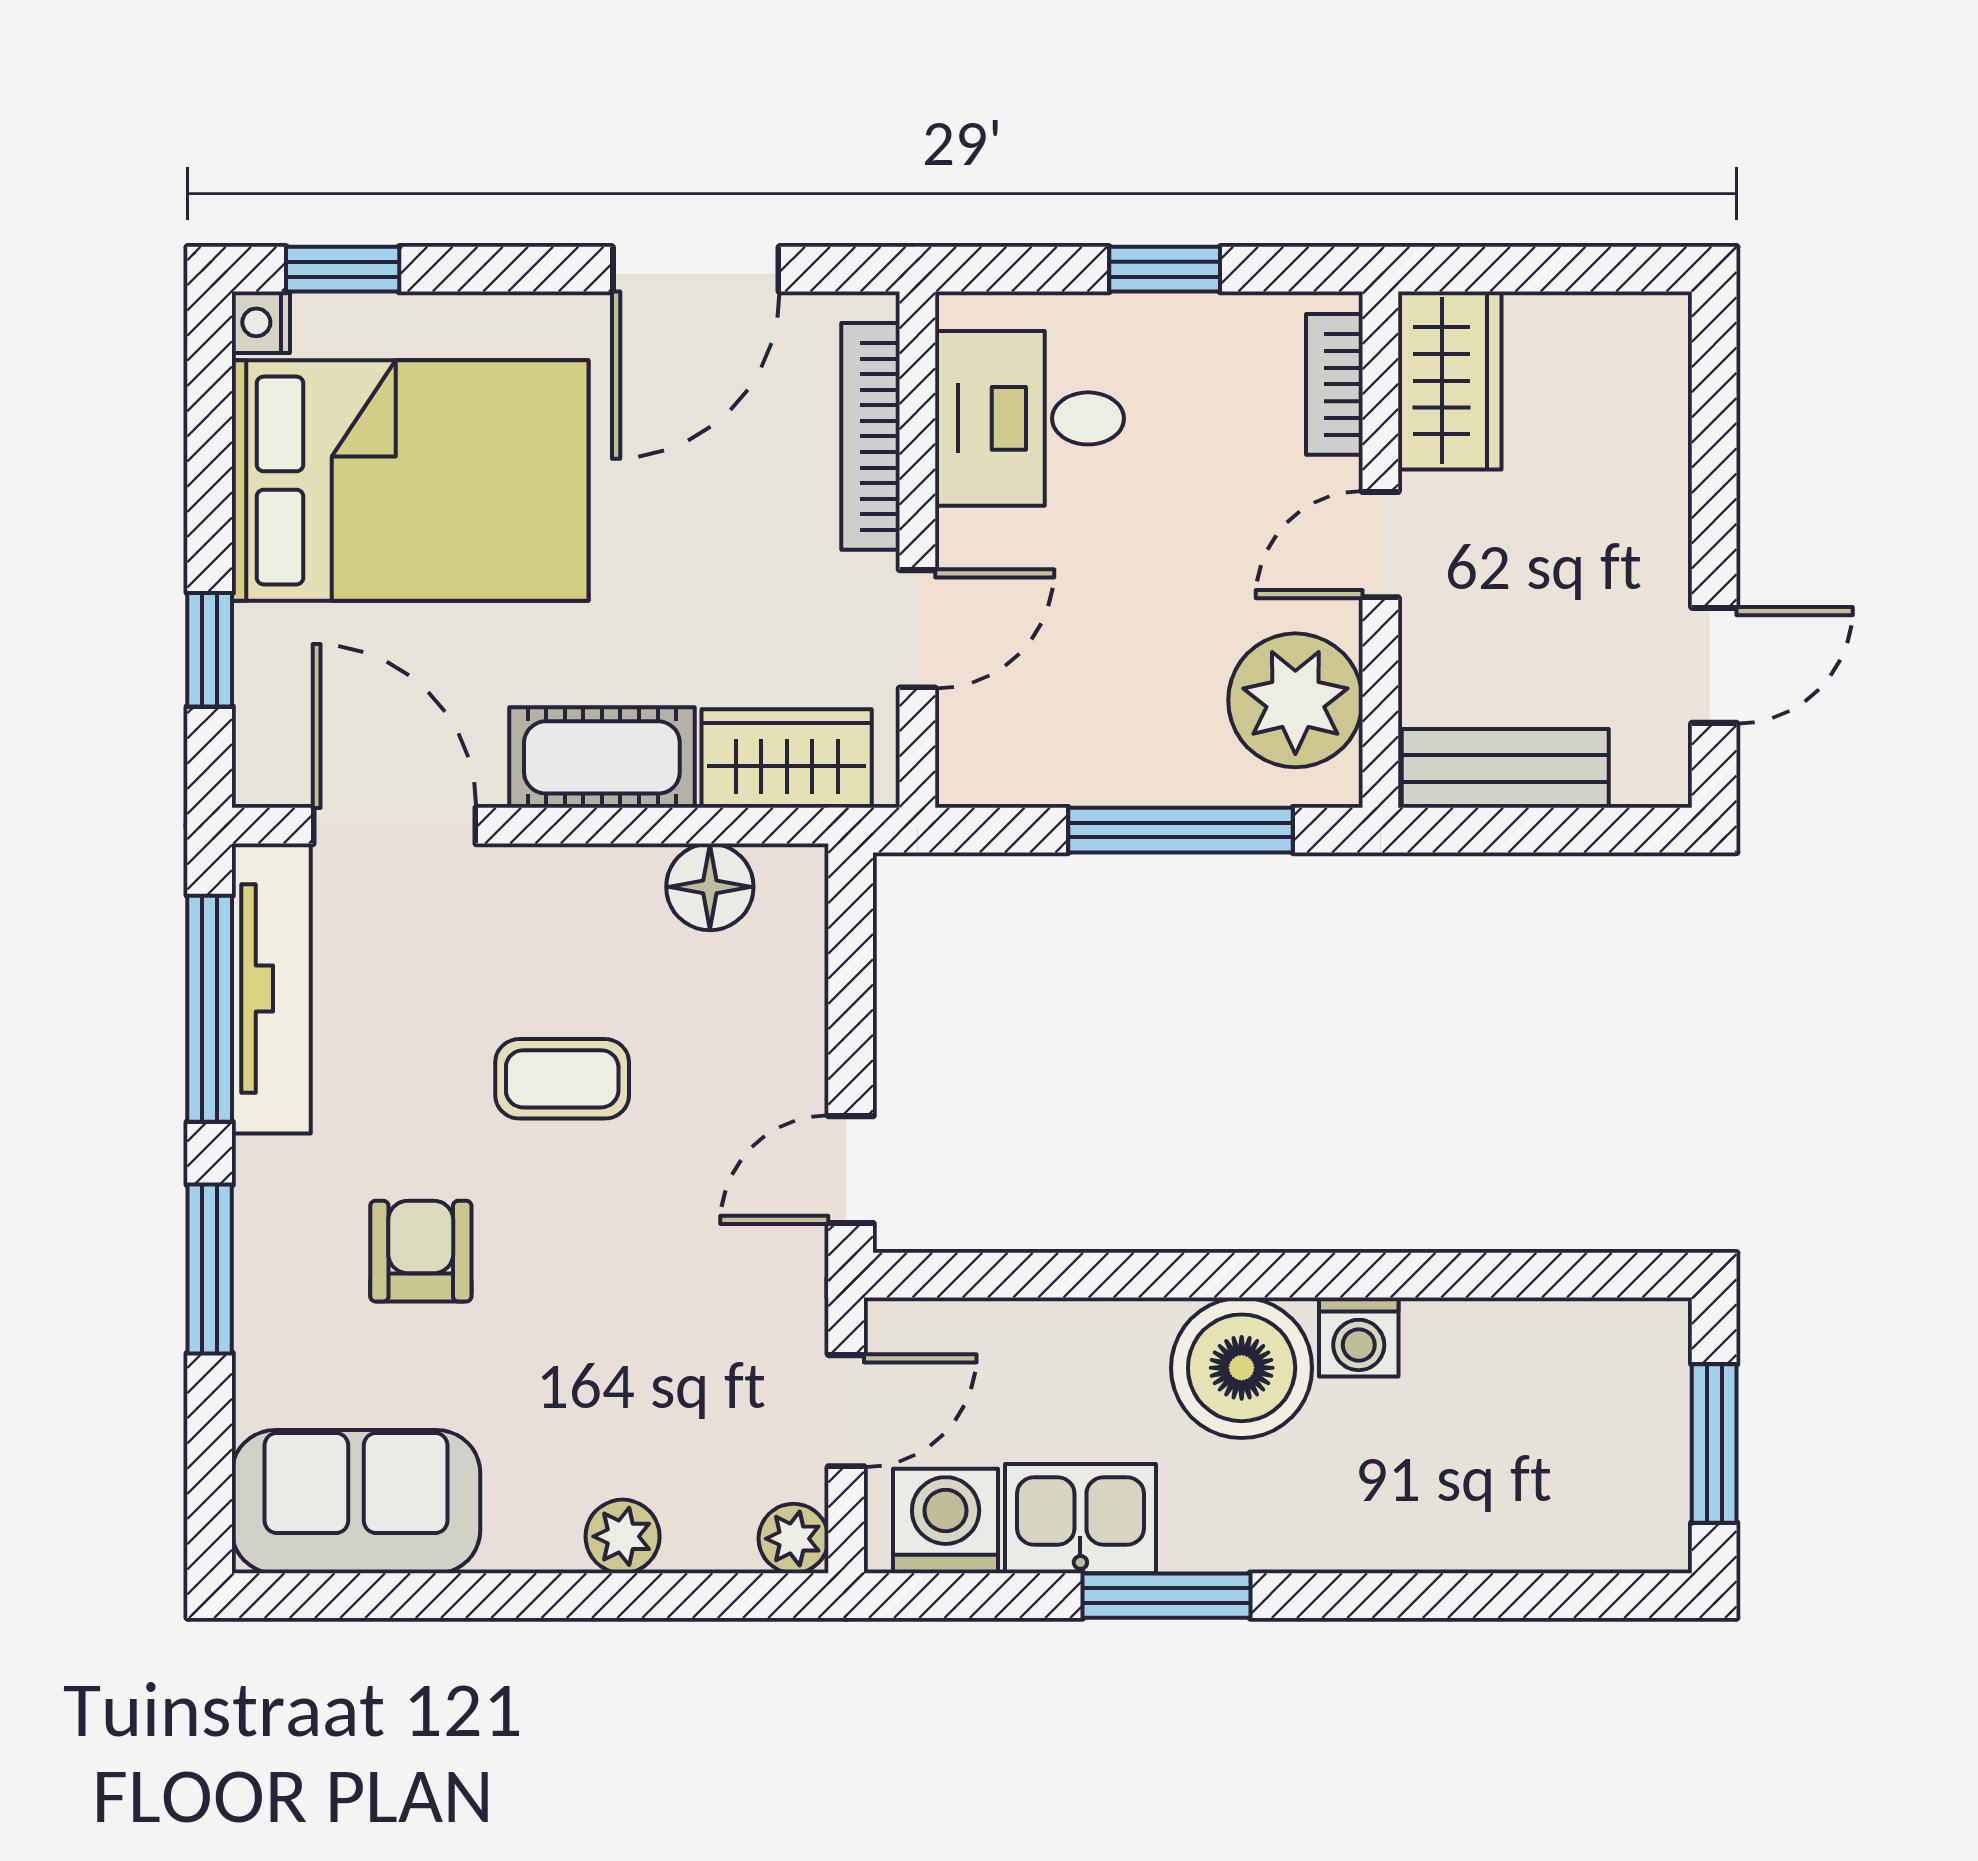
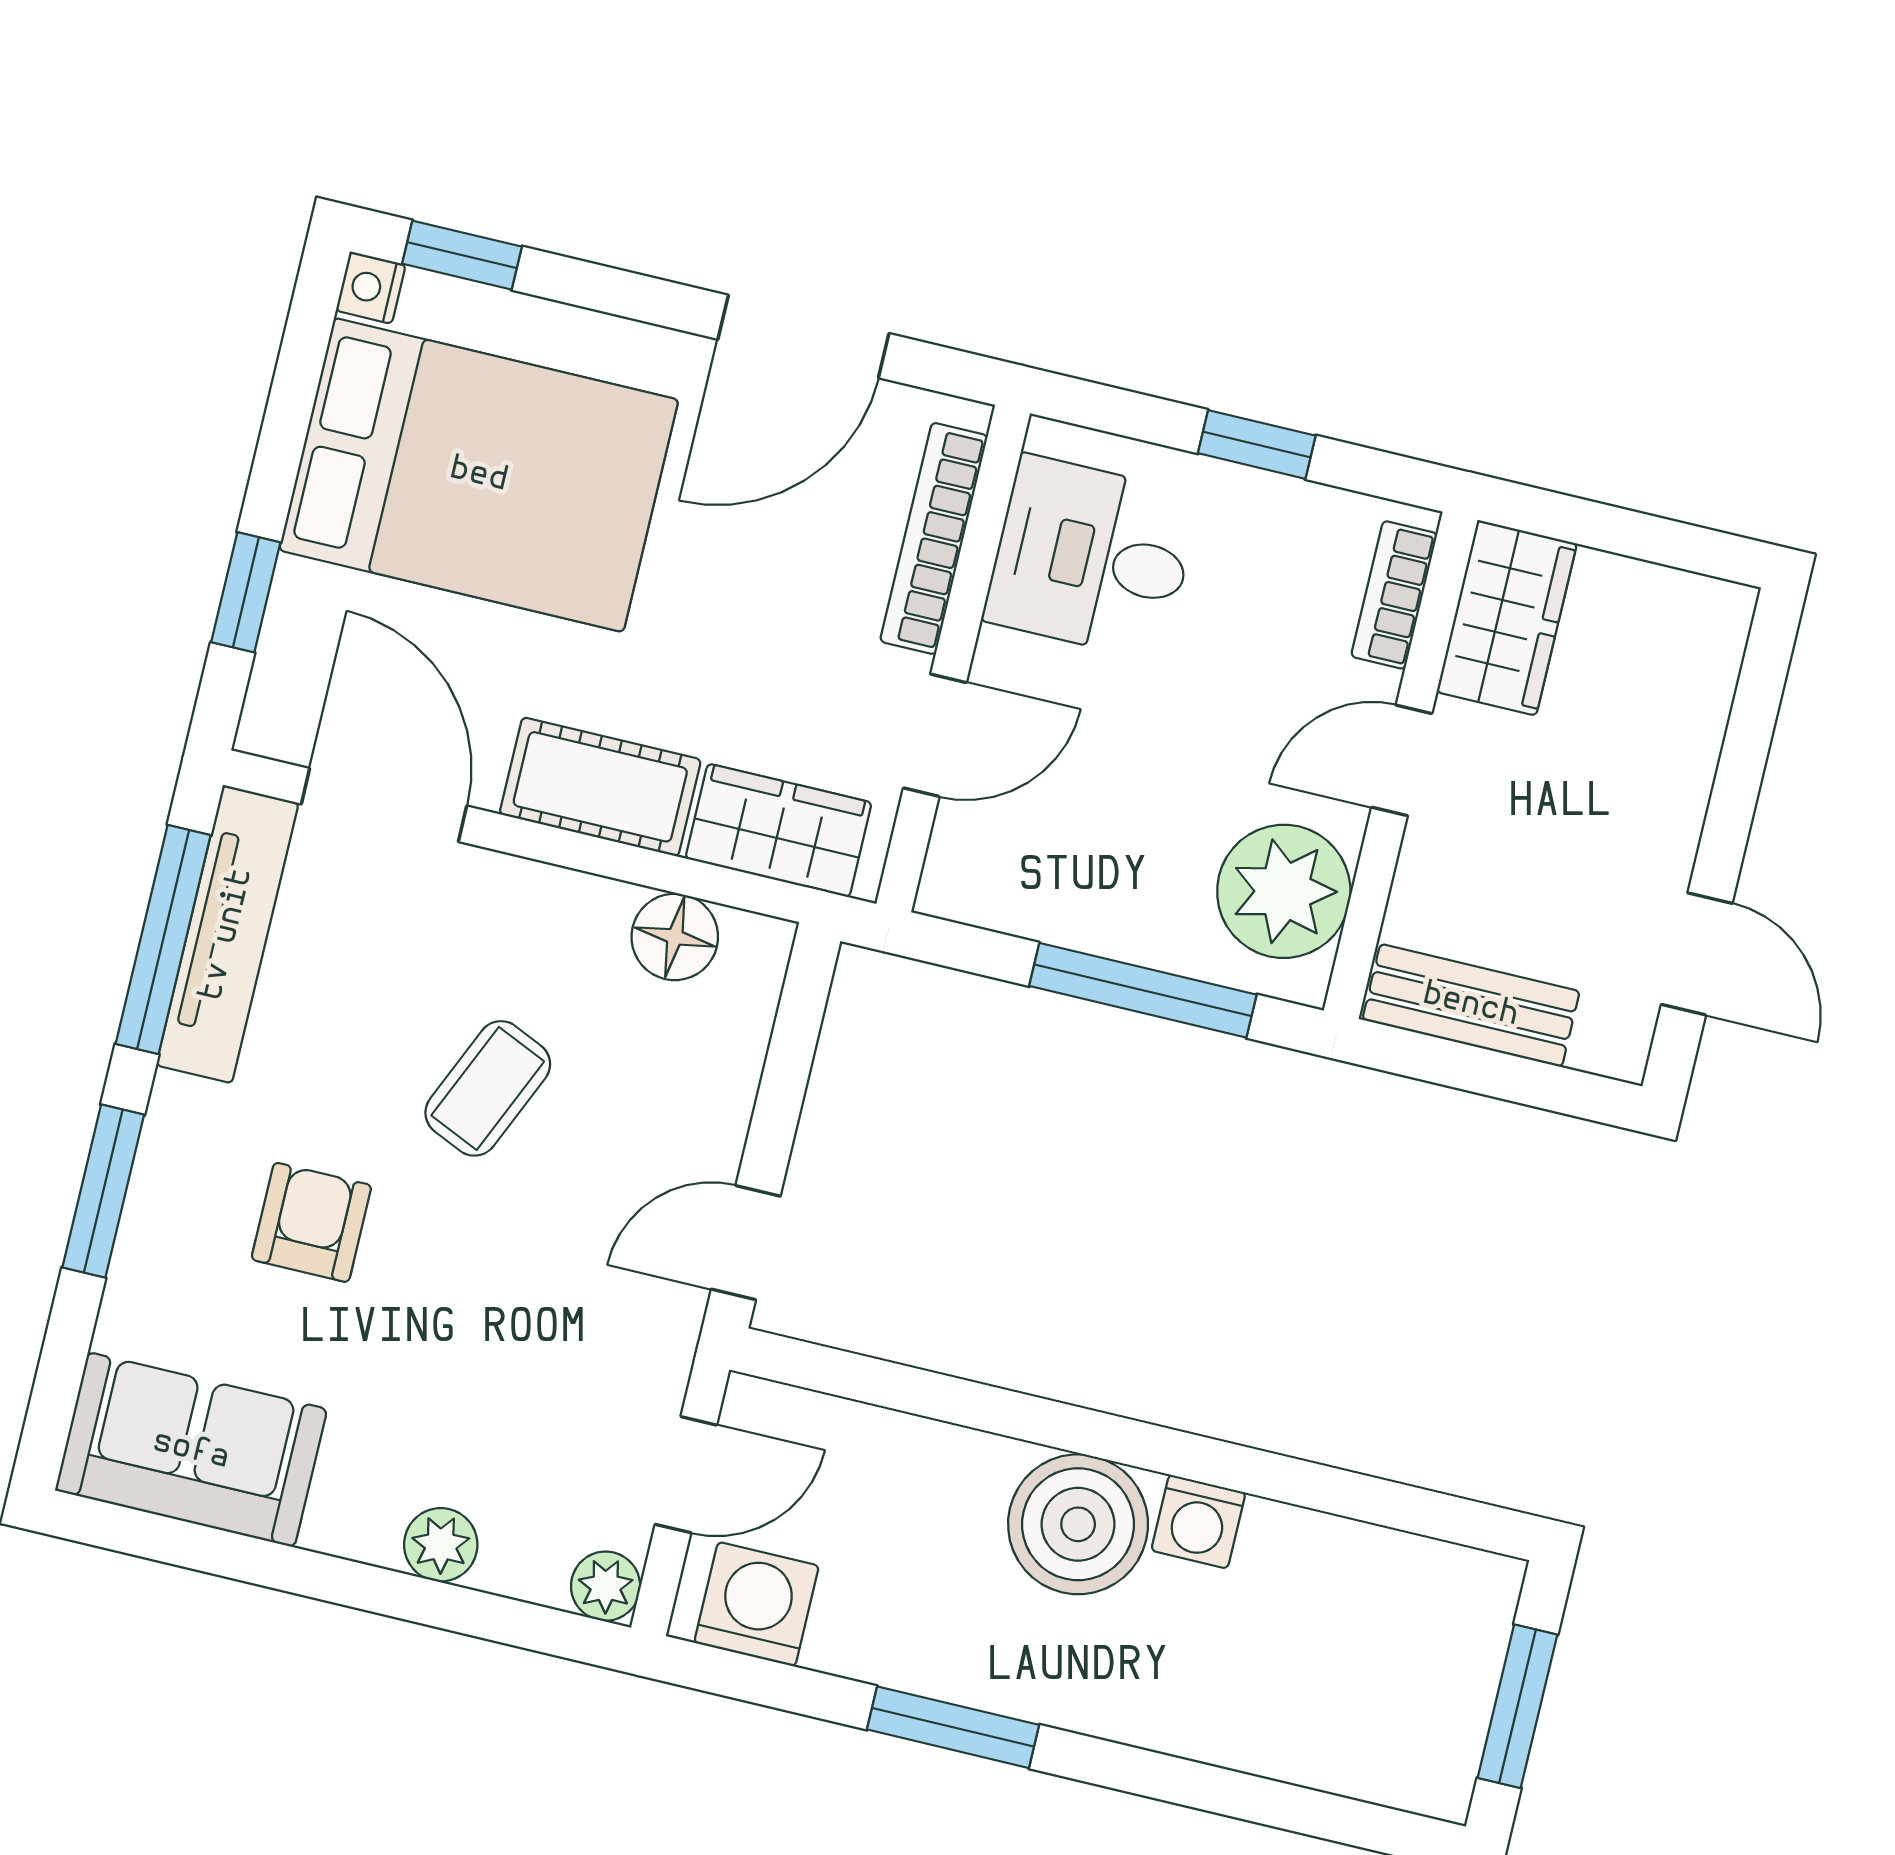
door: (1714, 665) -> (1697, 954), hinge flipped
coffee table: (562, 1079) -> (488, 1088), turned -66
kitchen sink: (1080, 1519) -> (888, 1633), removed

